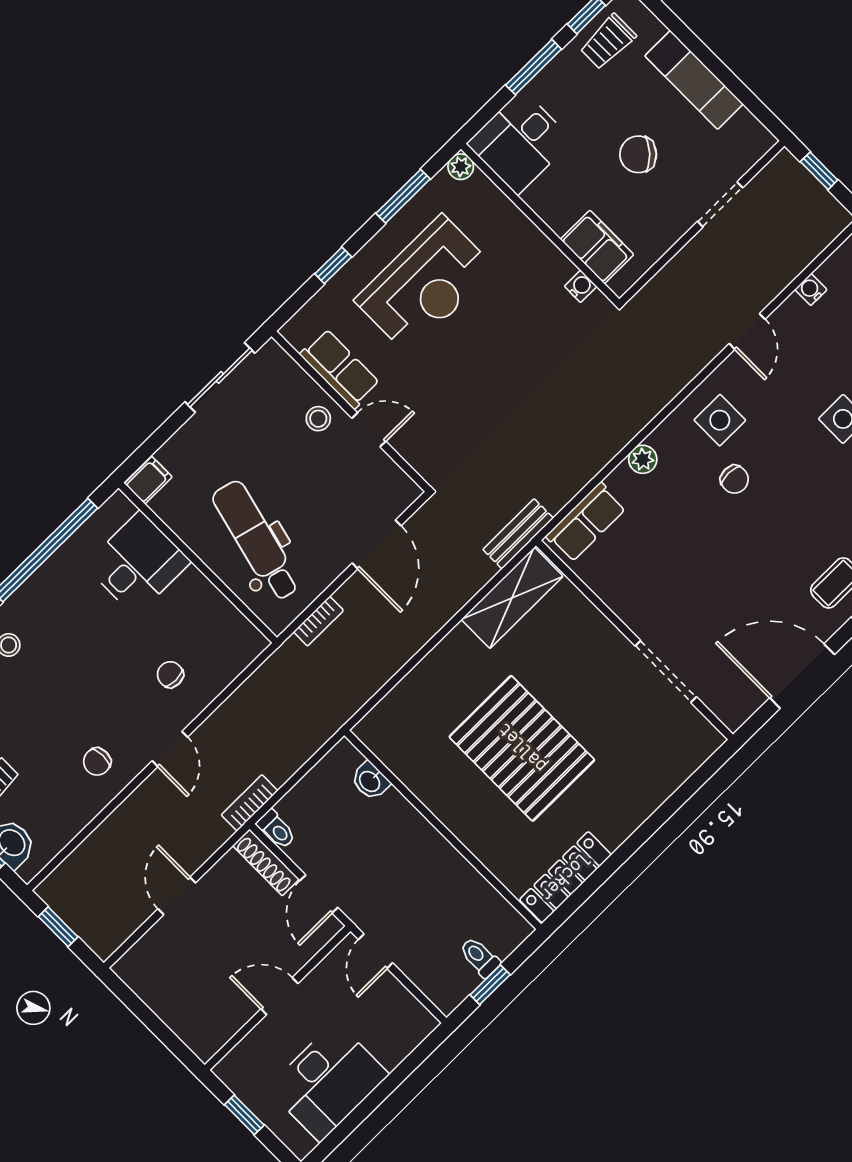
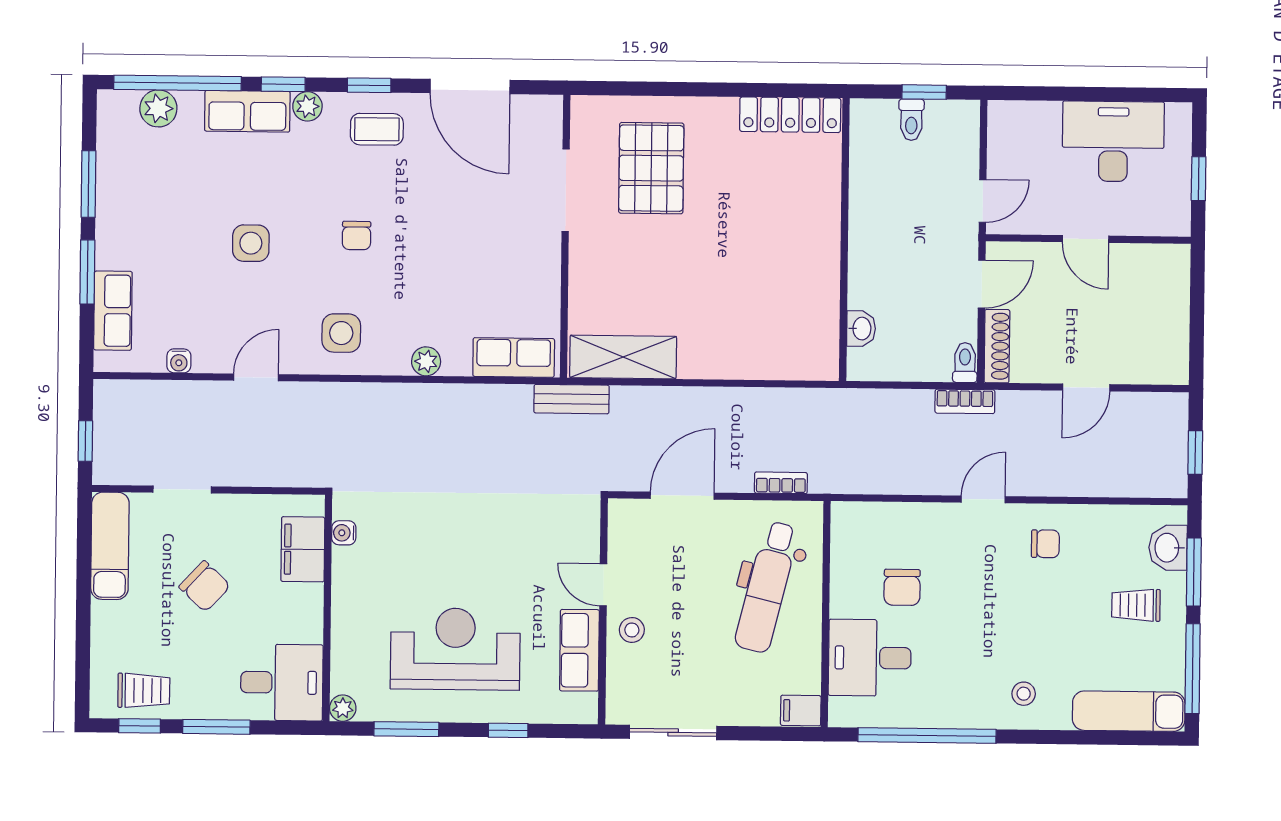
exam couch: (694, 80) -> (110, 546), moved
chair: (734, 479) -> (357, 235), moved, turned 180
chair: (170, 675) -> (902, 587), moved, width x1.37, depth x1.37
pallet: (522, 748) -> (651, 168), moved, width x0.73, depth x0.71

